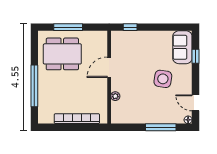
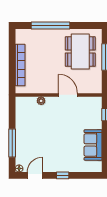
sofa: (182, 47) -> (93, 145), moved, turned -90
window: (196, 56) -> (63, 175), moved
side table: (163, 79) -> (57, 145), removed

